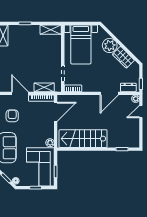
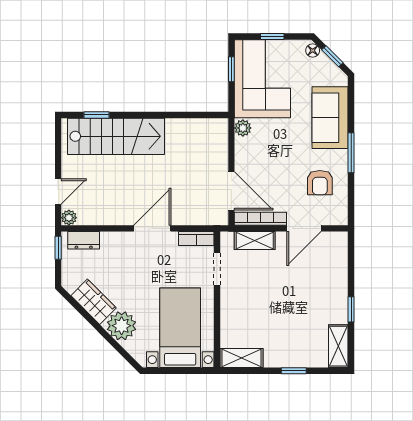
door: (20, 93) -> (304, 228), hinge flipped
door: (109, 93) -> (152, 228), moved
door: (56, 112) -> (231, 191), swing flipped
stairs: (83, 139) -> (116, 136), moved

